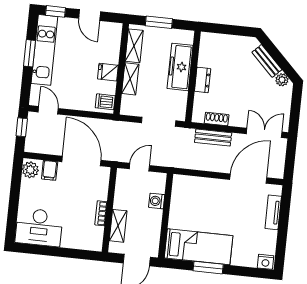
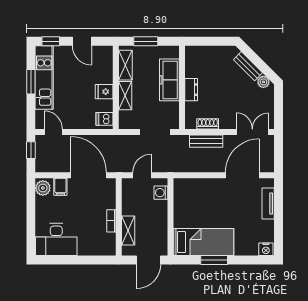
washing machine: (157, 201) -> (161, 193), moved

